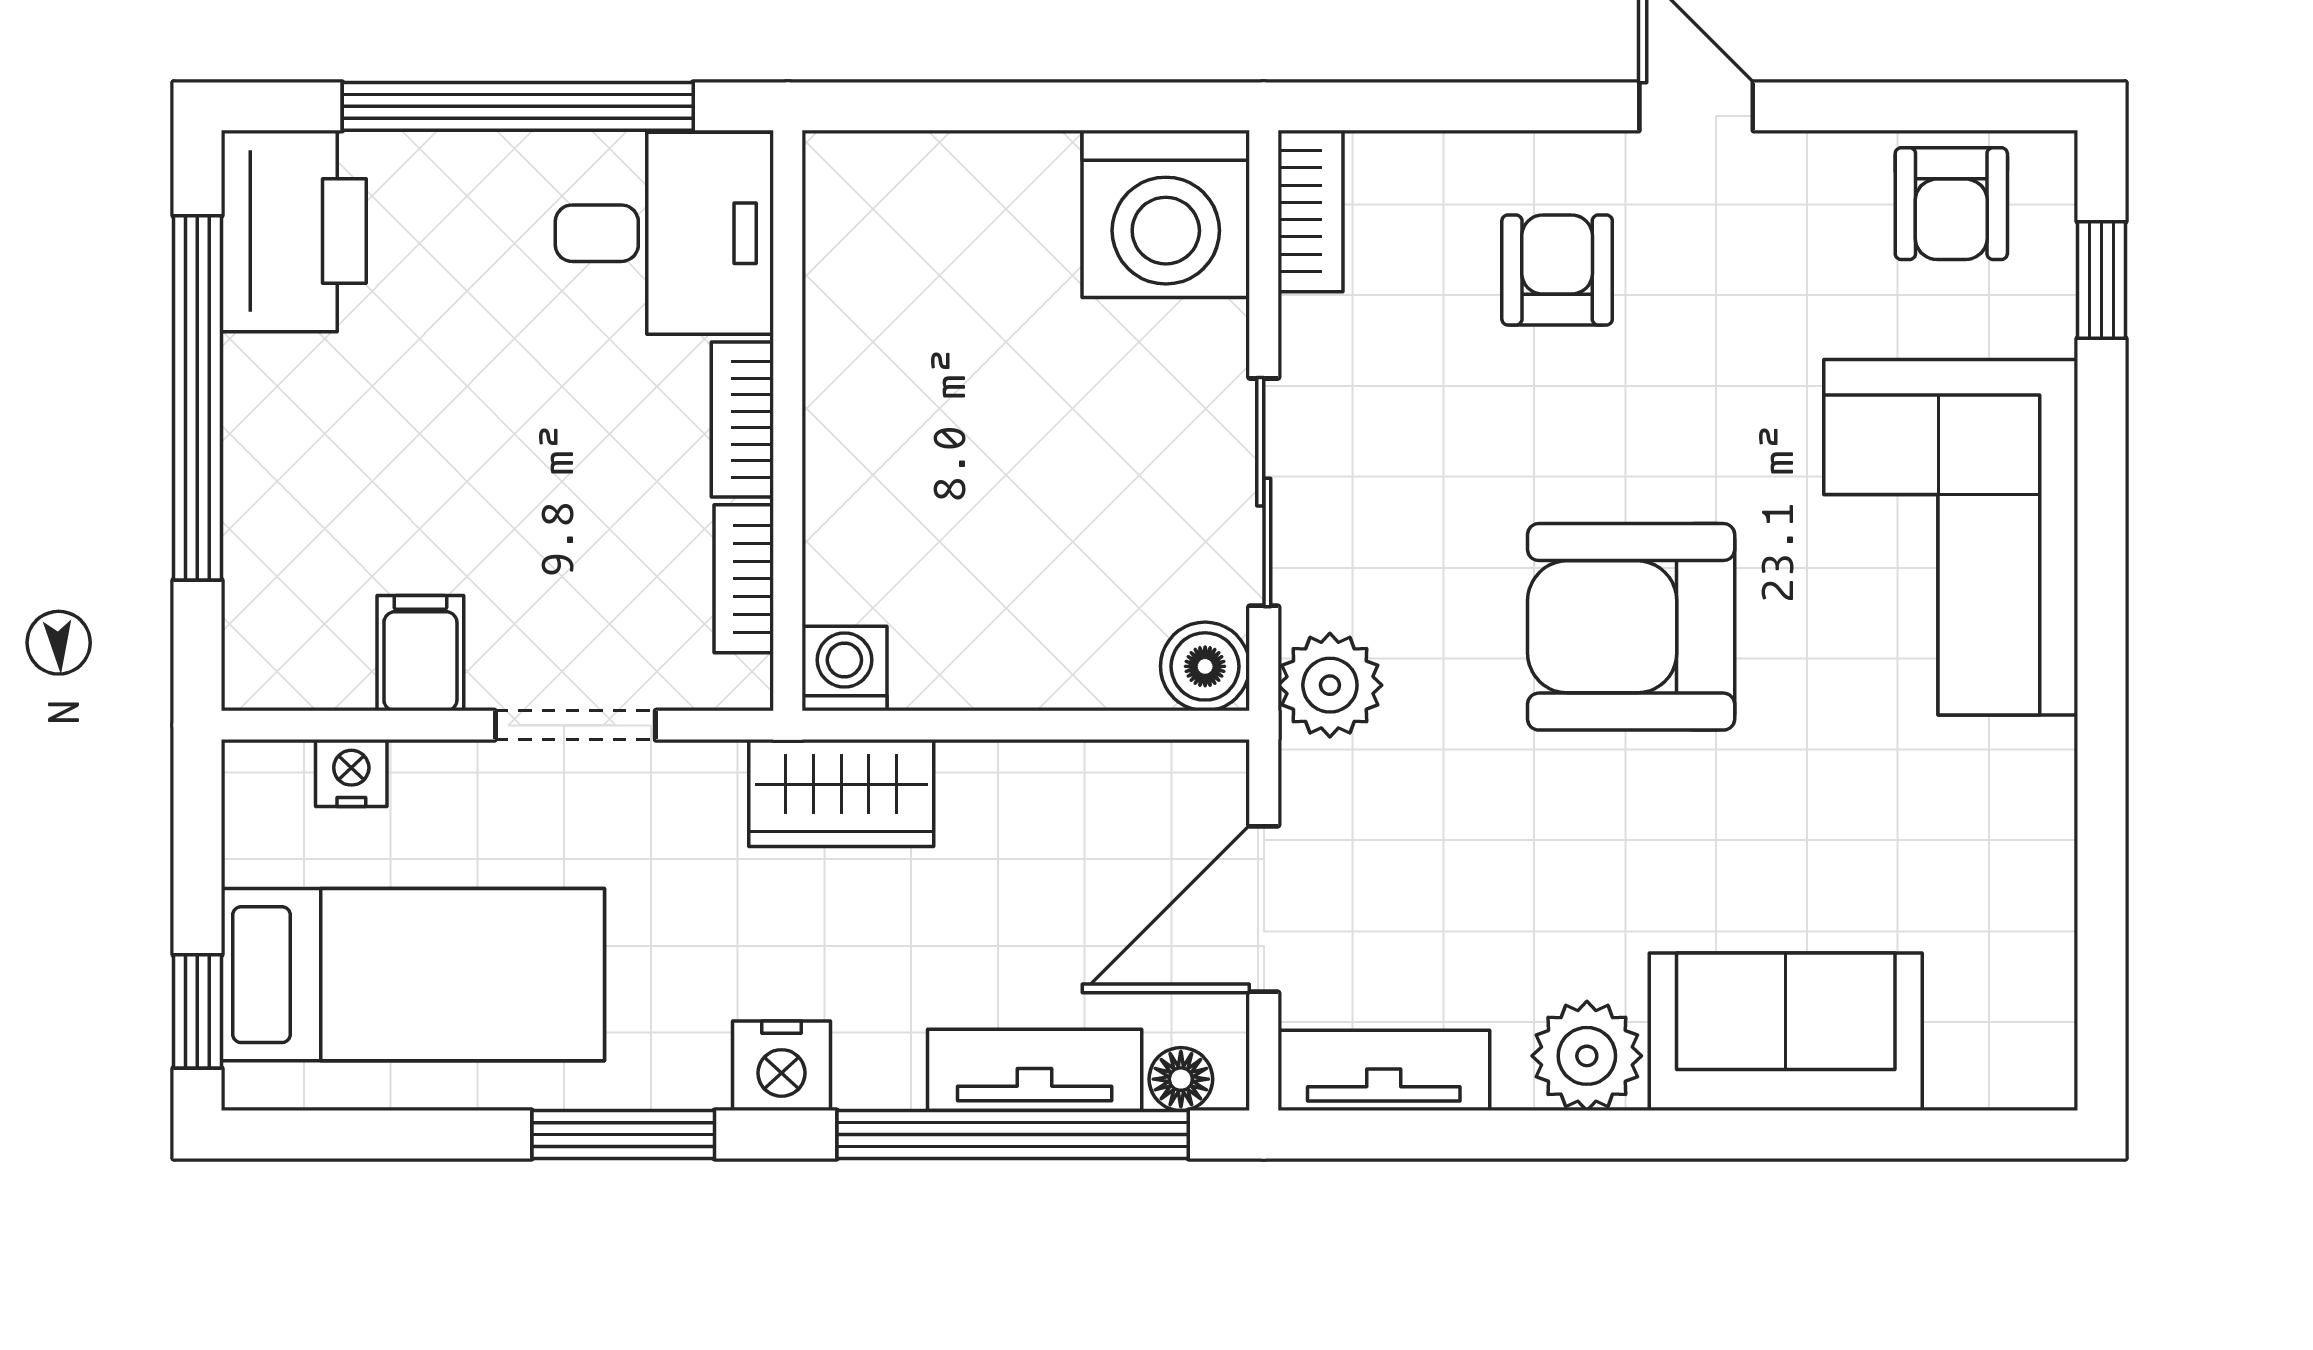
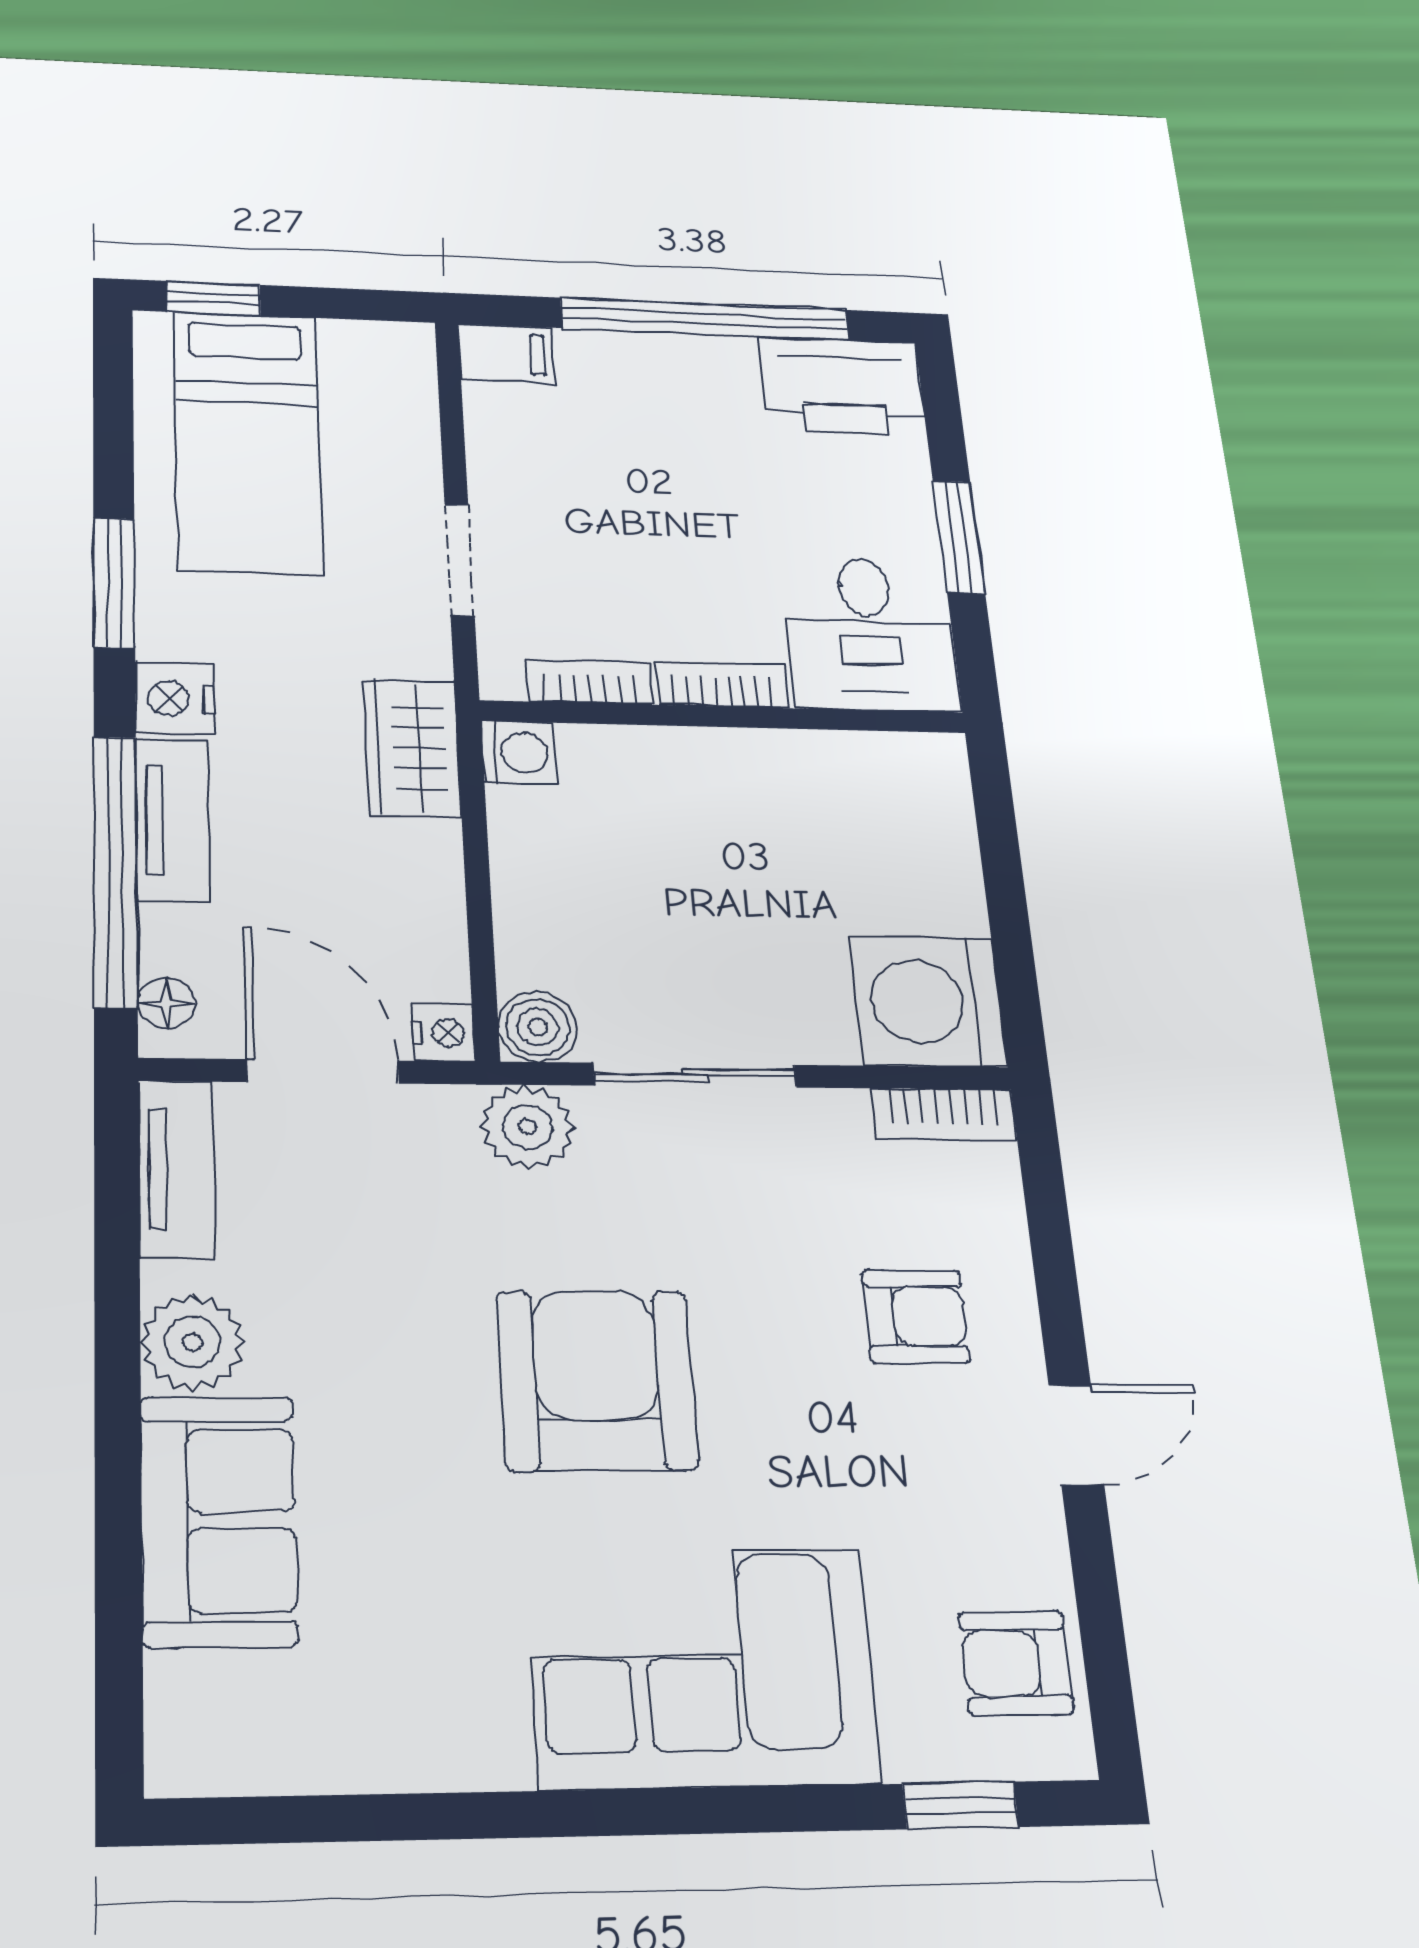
window: (518, 106) -> (959, 537), width x0.47
filing cabinet: (420, 653) -> (506, 354), moved
nightstand: (351, 773) -> (443, 1033), moved
tv unit: (1035, 1070) -> (173, 820), moved

